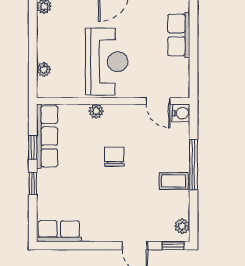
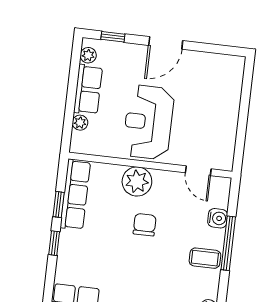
row of seats: (179, 35) -> (88, 90), moved, turned 180
reception desk: (107, 62) -> (148, 122), turned 180
plant: (96, 111) -> (137, 181), width x1.87, depth x1.87
water cooler: (181, 113) -> (218, 218), moved

